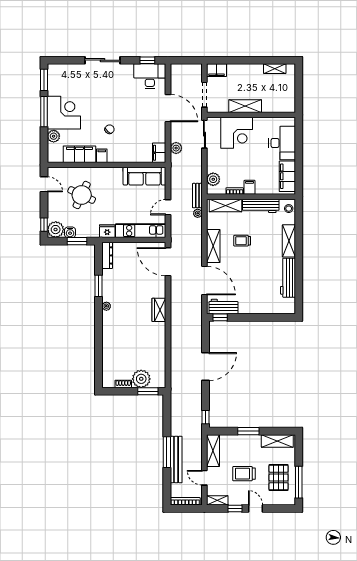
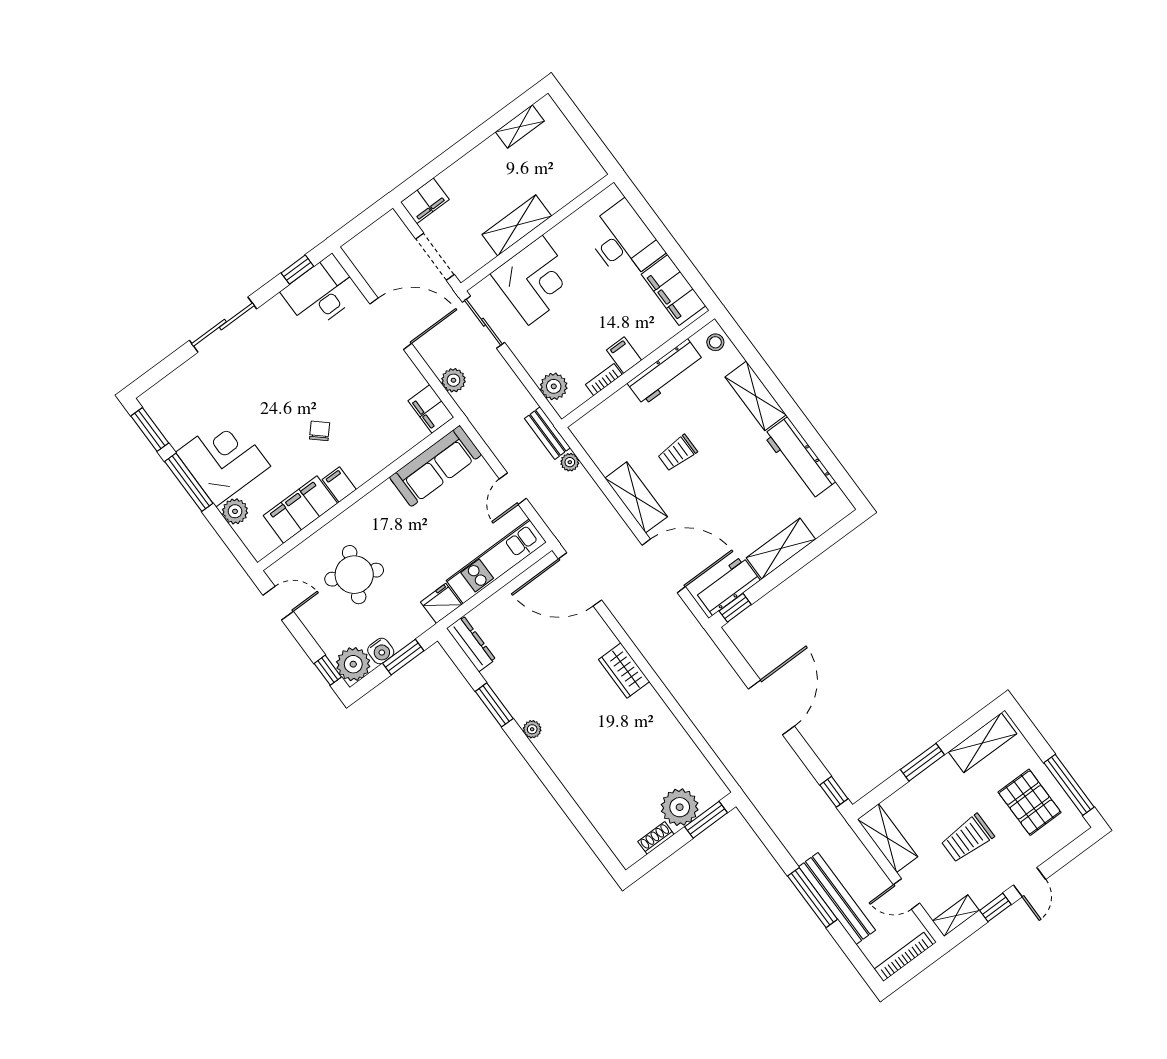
shelving: (226, 205) -> (781, 549), moved
door: (256, 509) -> (1030, 882), swing flipped

